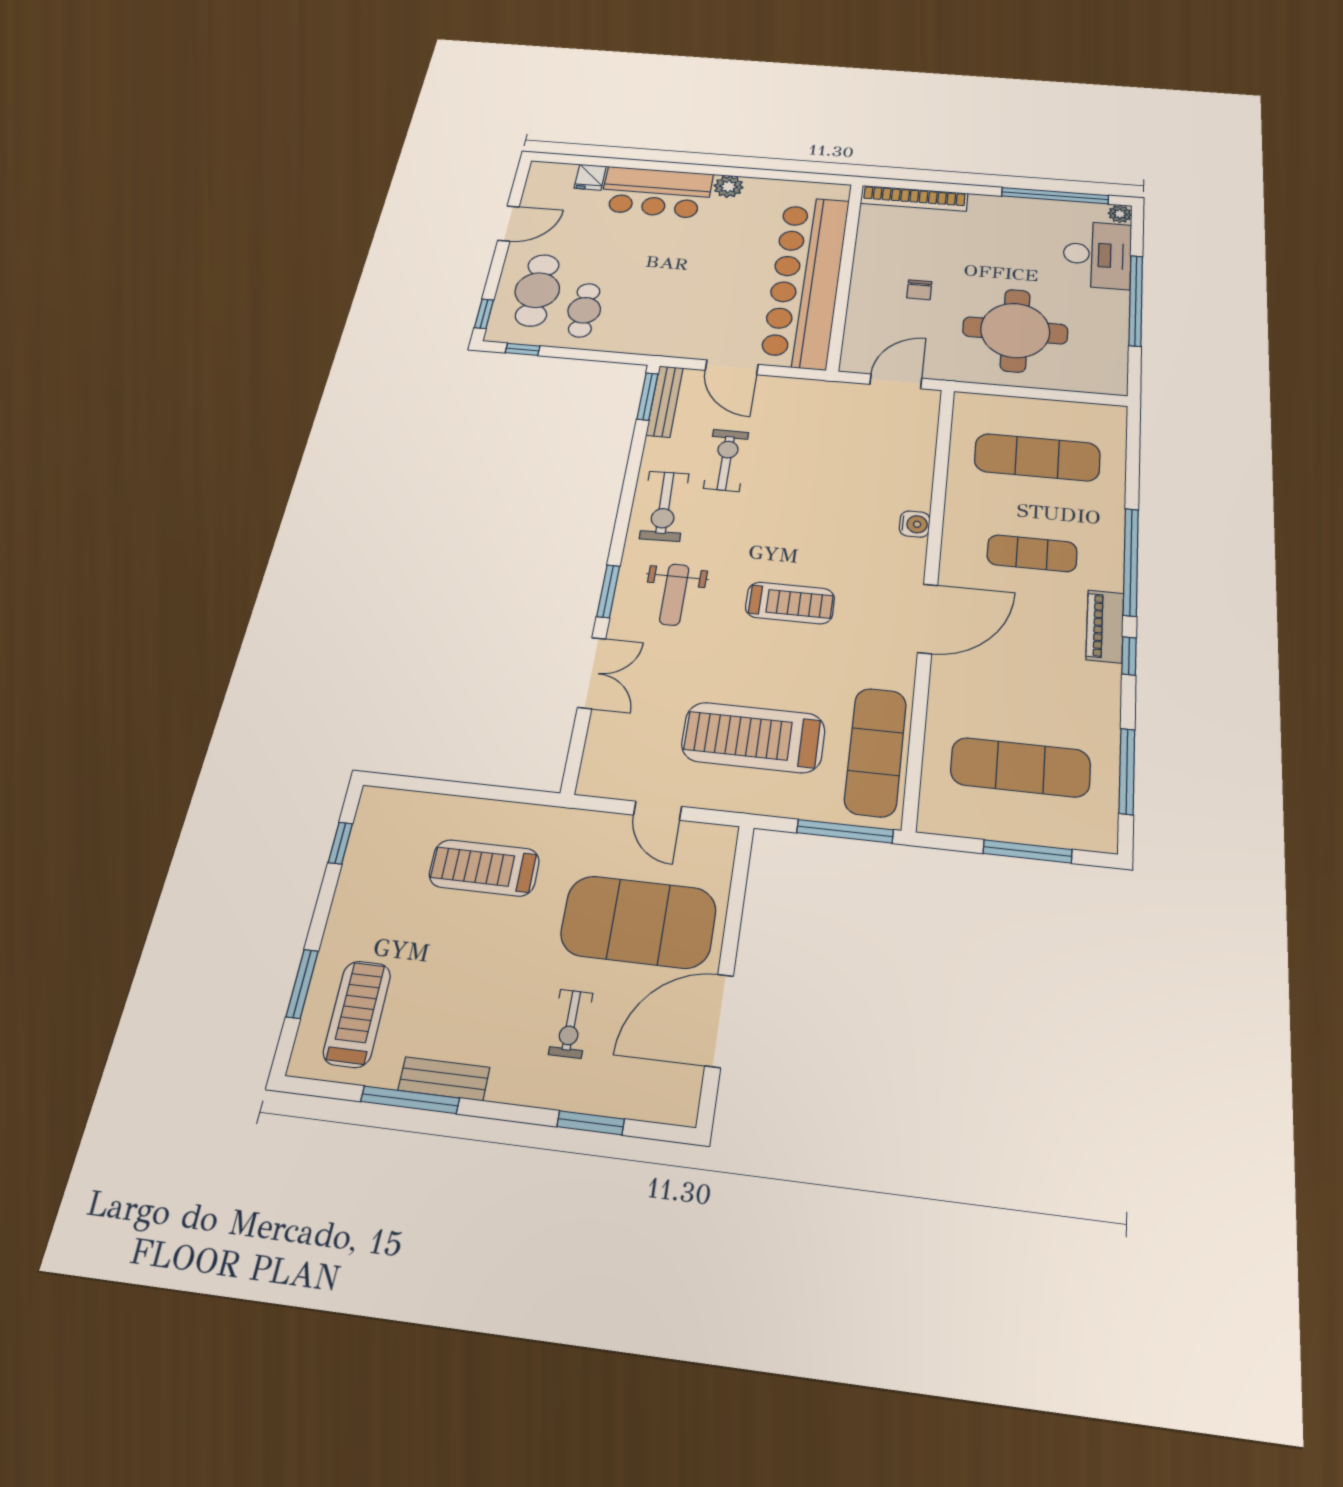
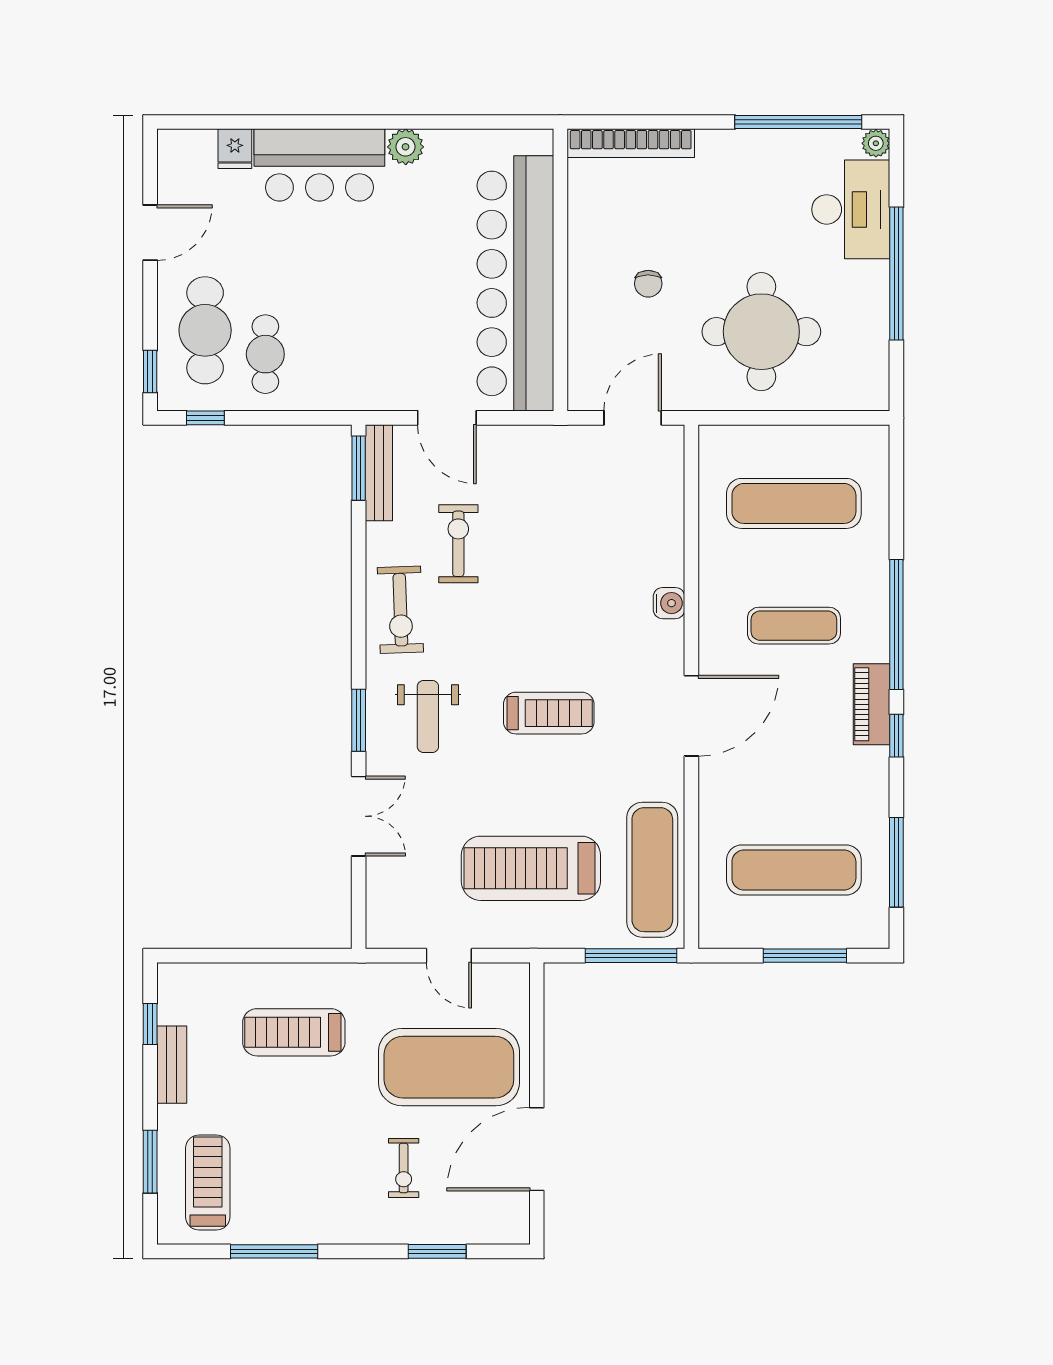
bench: (444, 1079) -> (172, 1065), moved, turned 90

